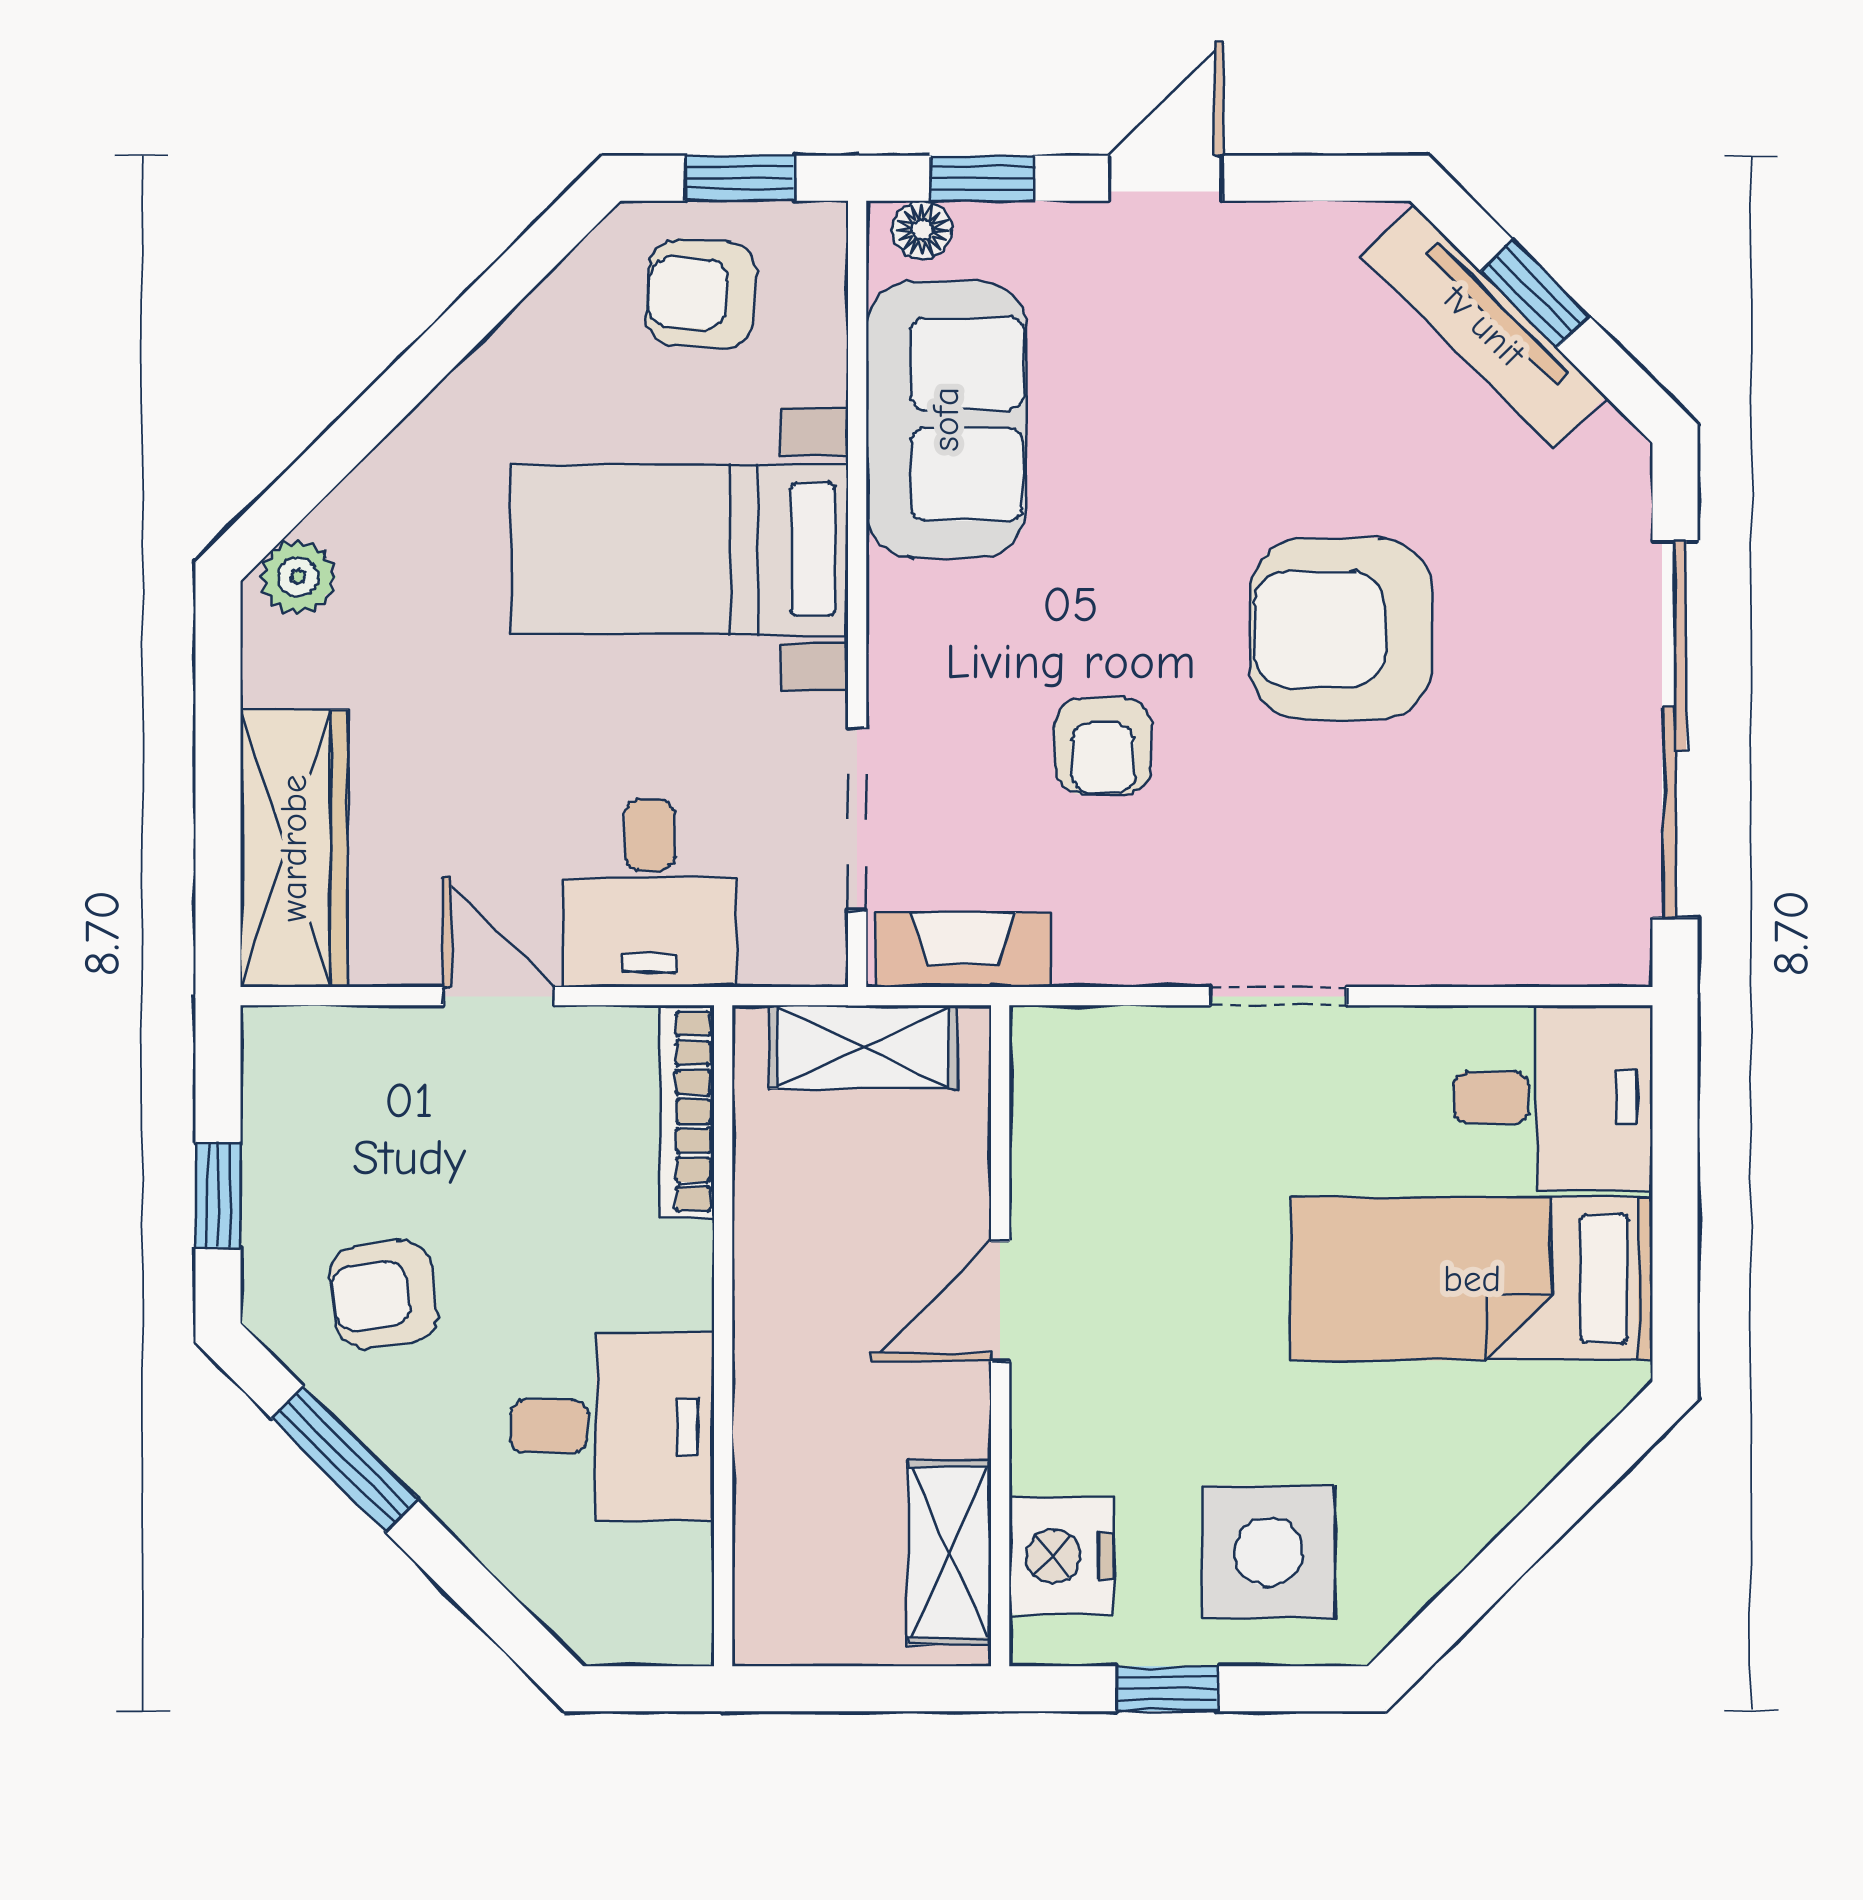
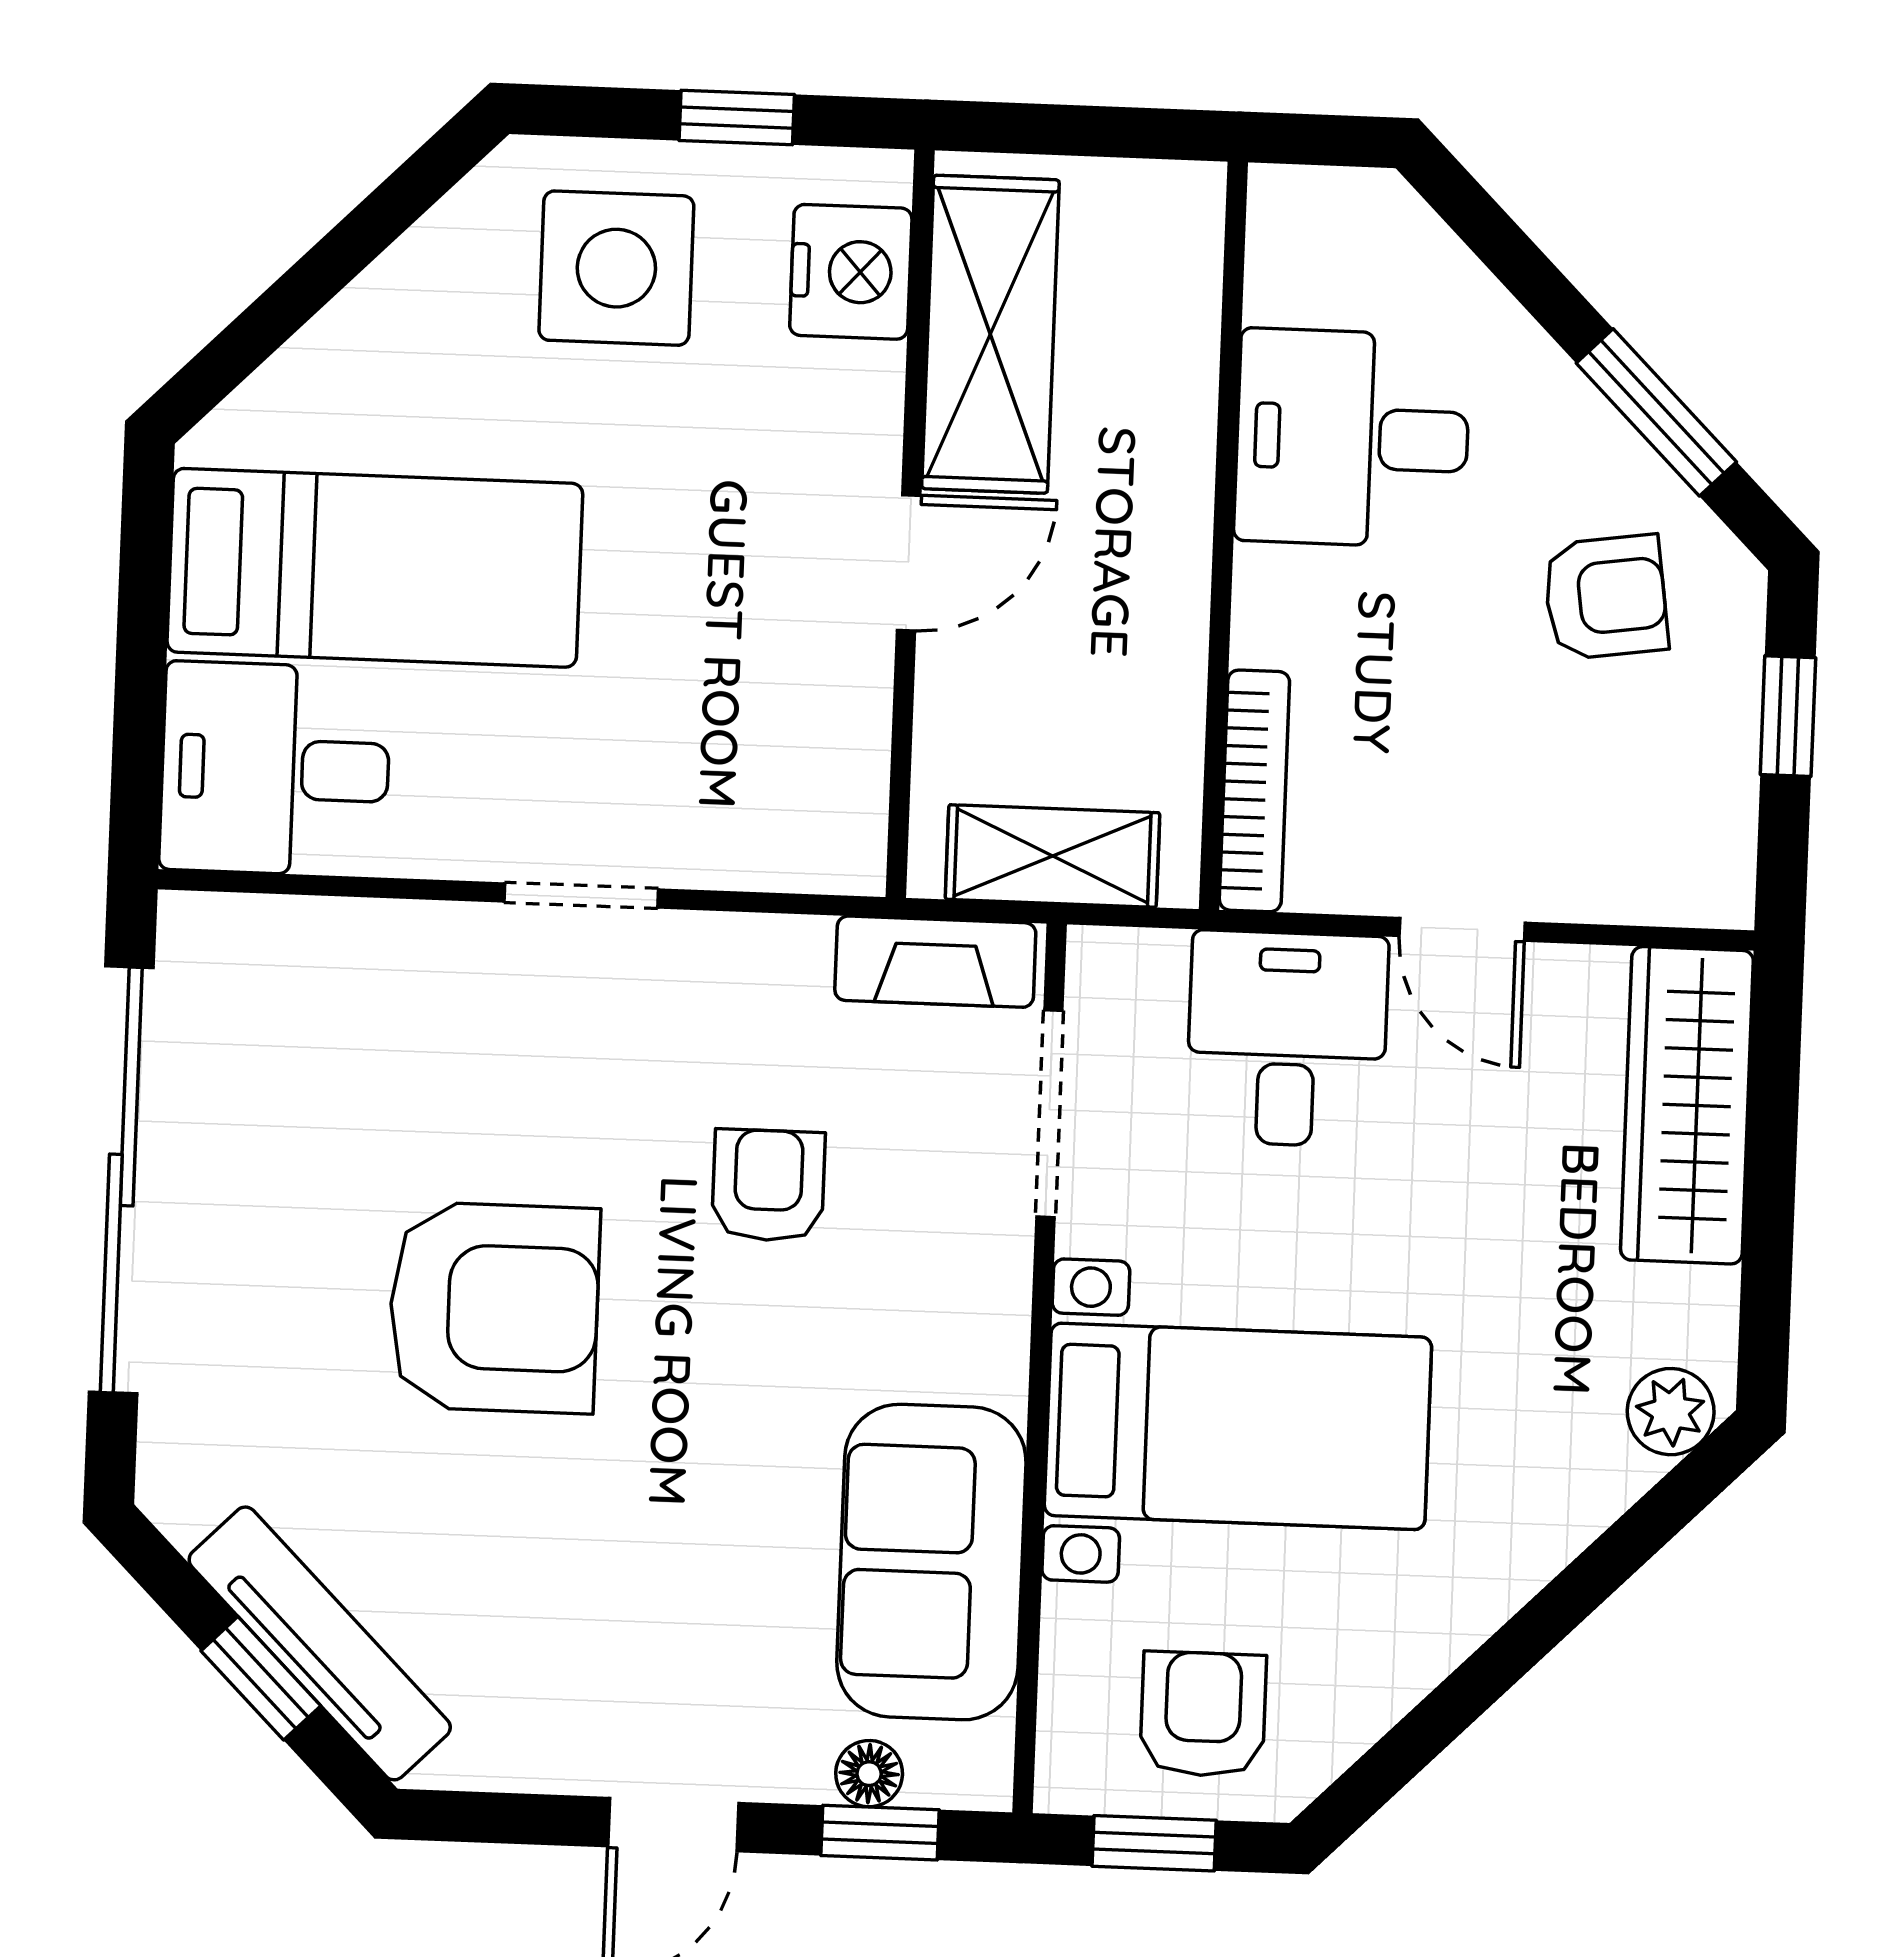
floor lamp: (922, 230) -> (869, 1774), moved
armchair: (701, 294) -> (1203, 1714), turned -94
shelving: (950, 1552) -> (990, 334), width x1.50, depth x1.33

